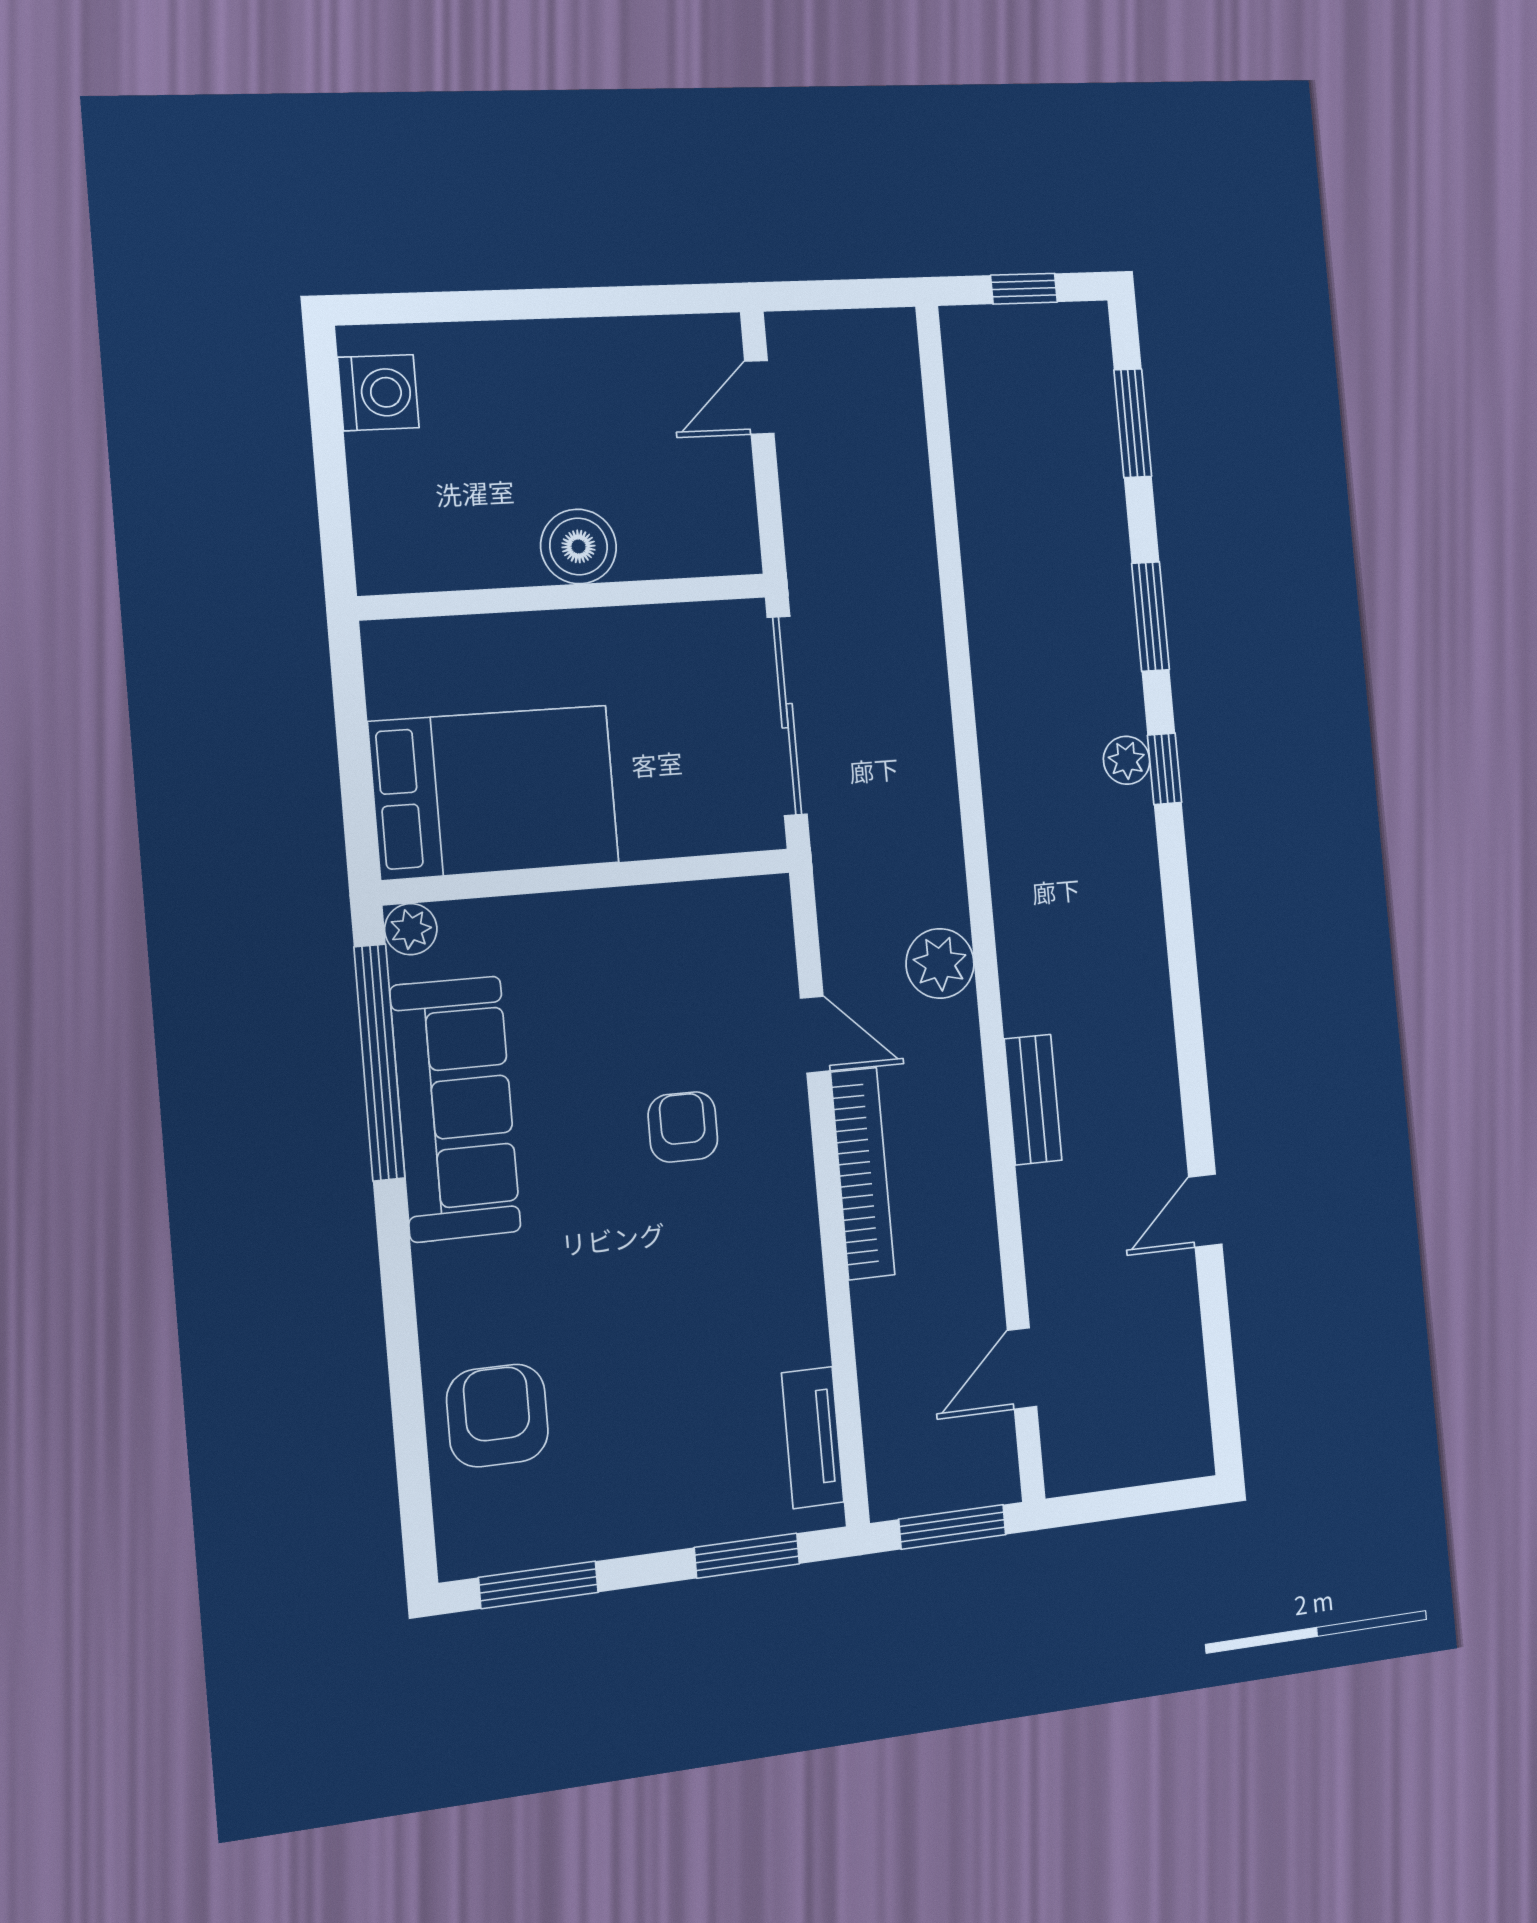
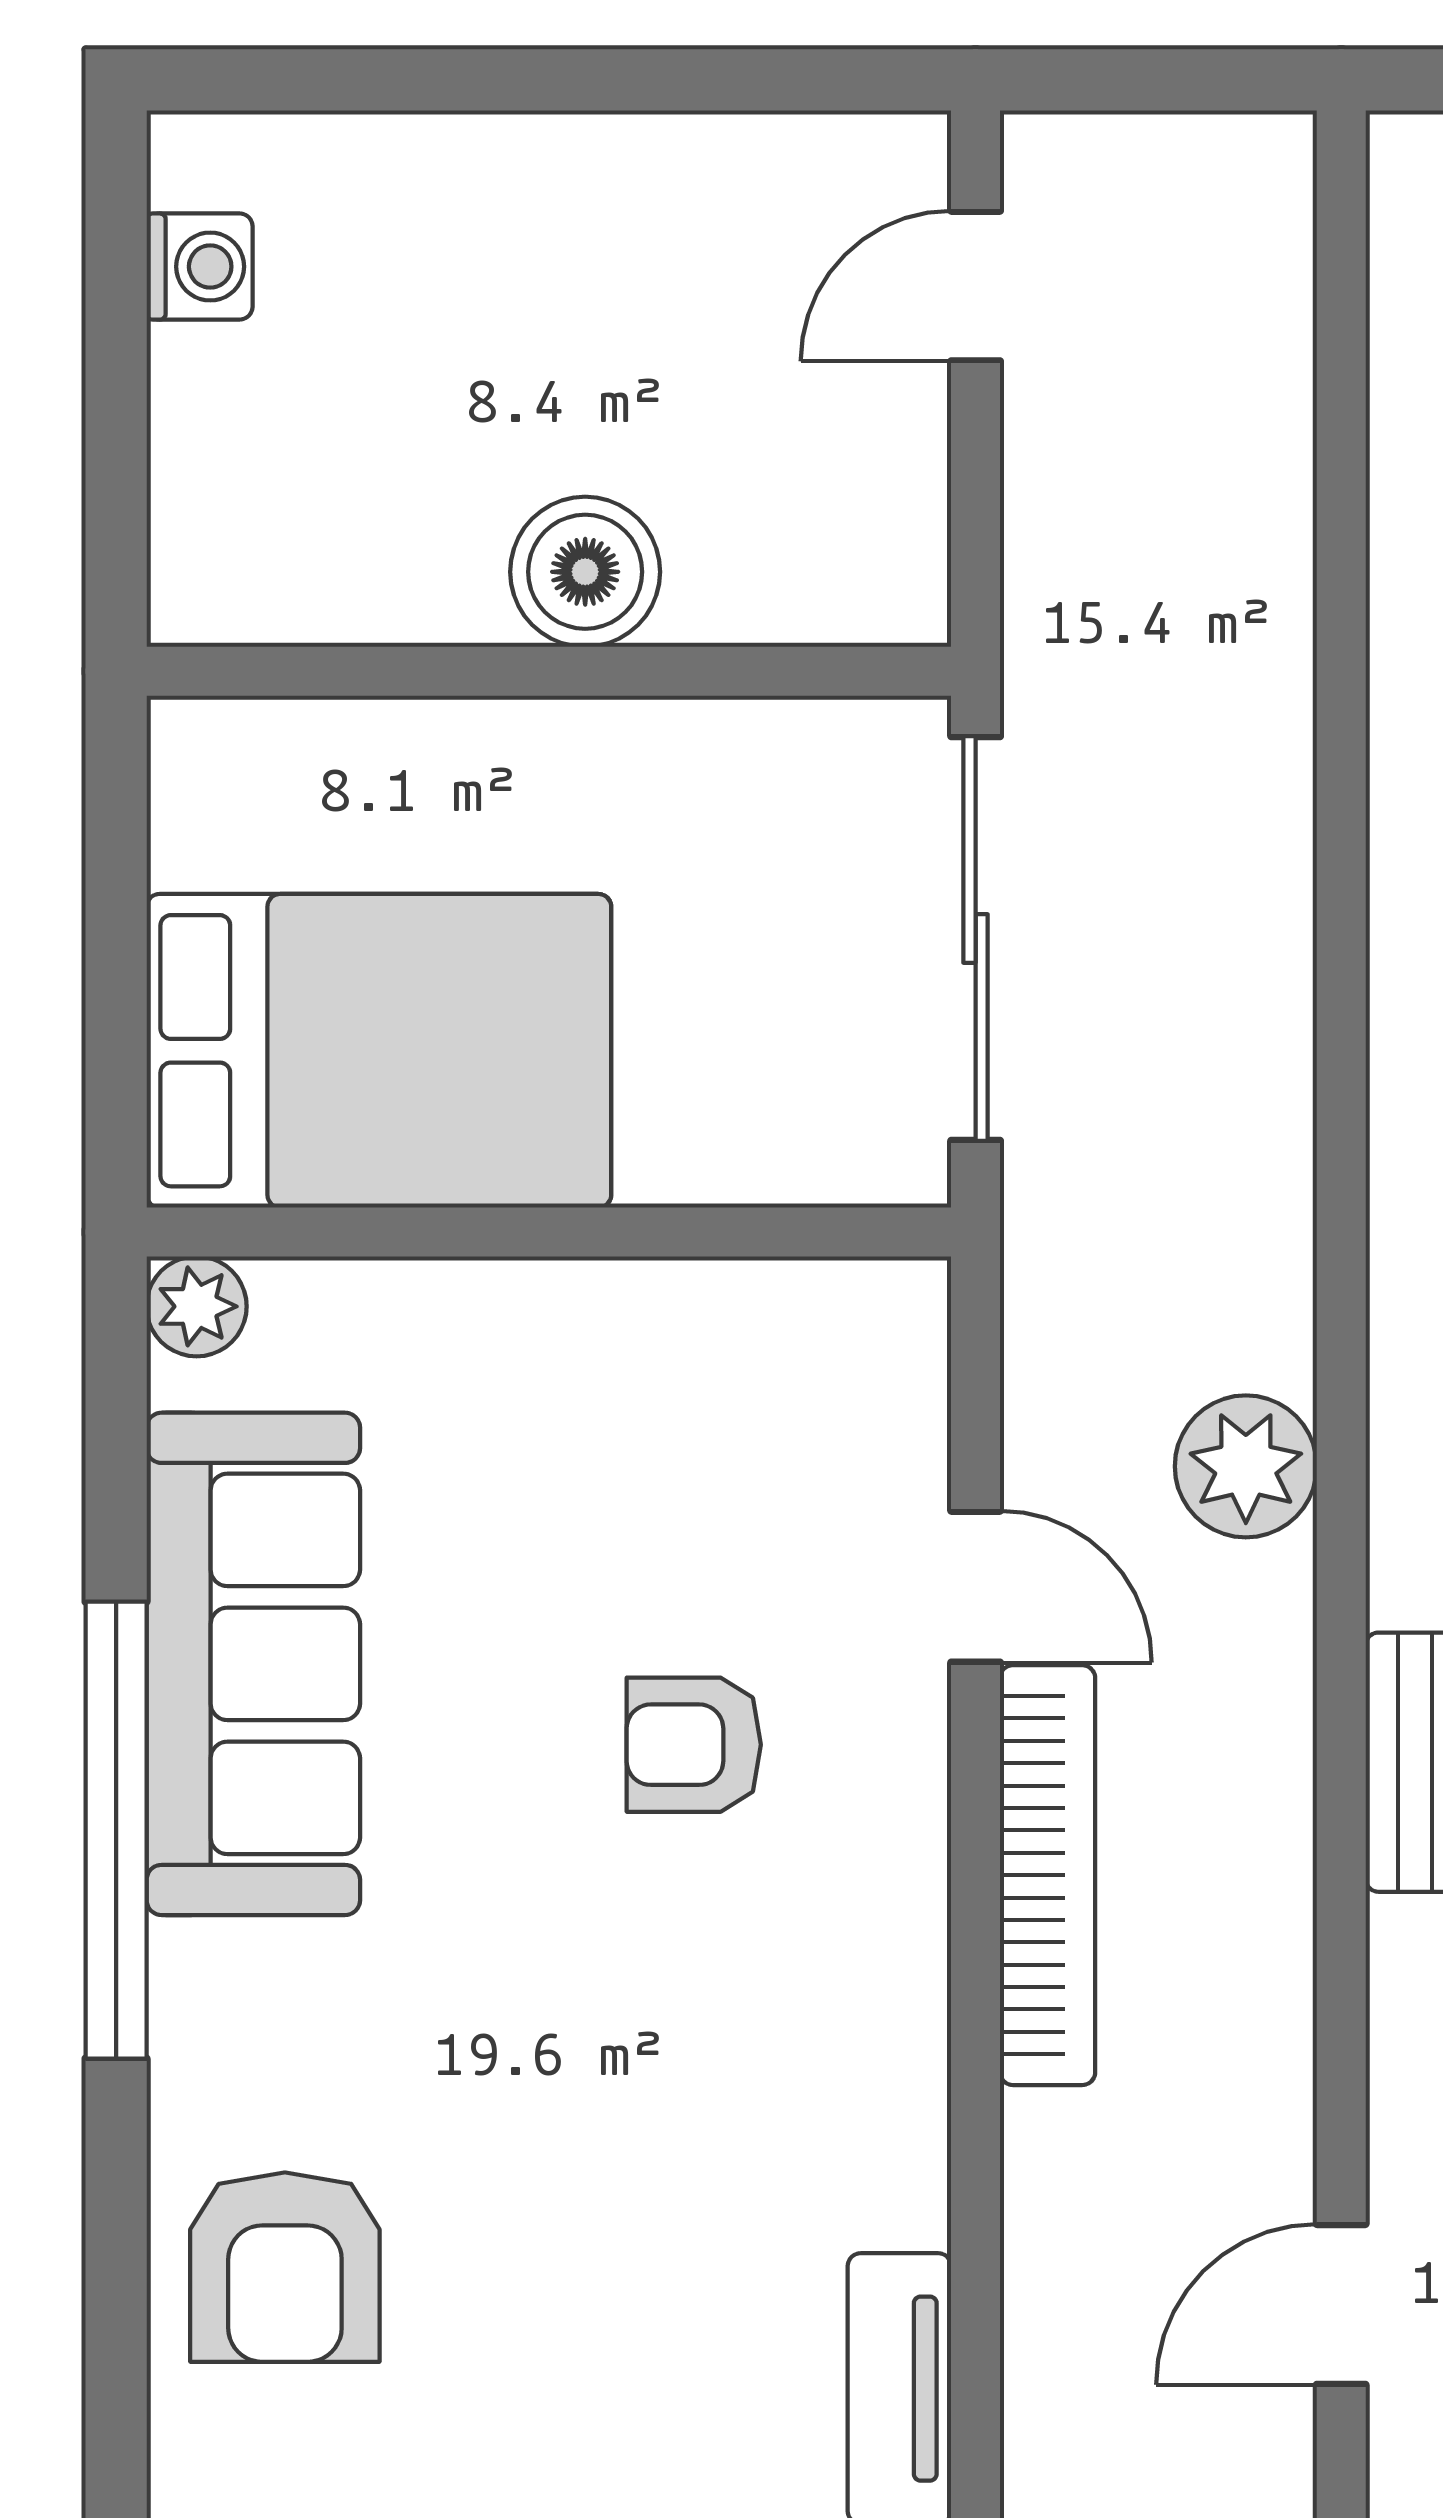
washing machine: (378, 393) -> (200, 267), width x0.73, depth x0.73
window: (379, 1062) -> (116, 1830), moved
armchair: (683, 1127) -> (694, 1745), turned -90
armchair: (497, 1416) -> (285, 2267), turned 180

